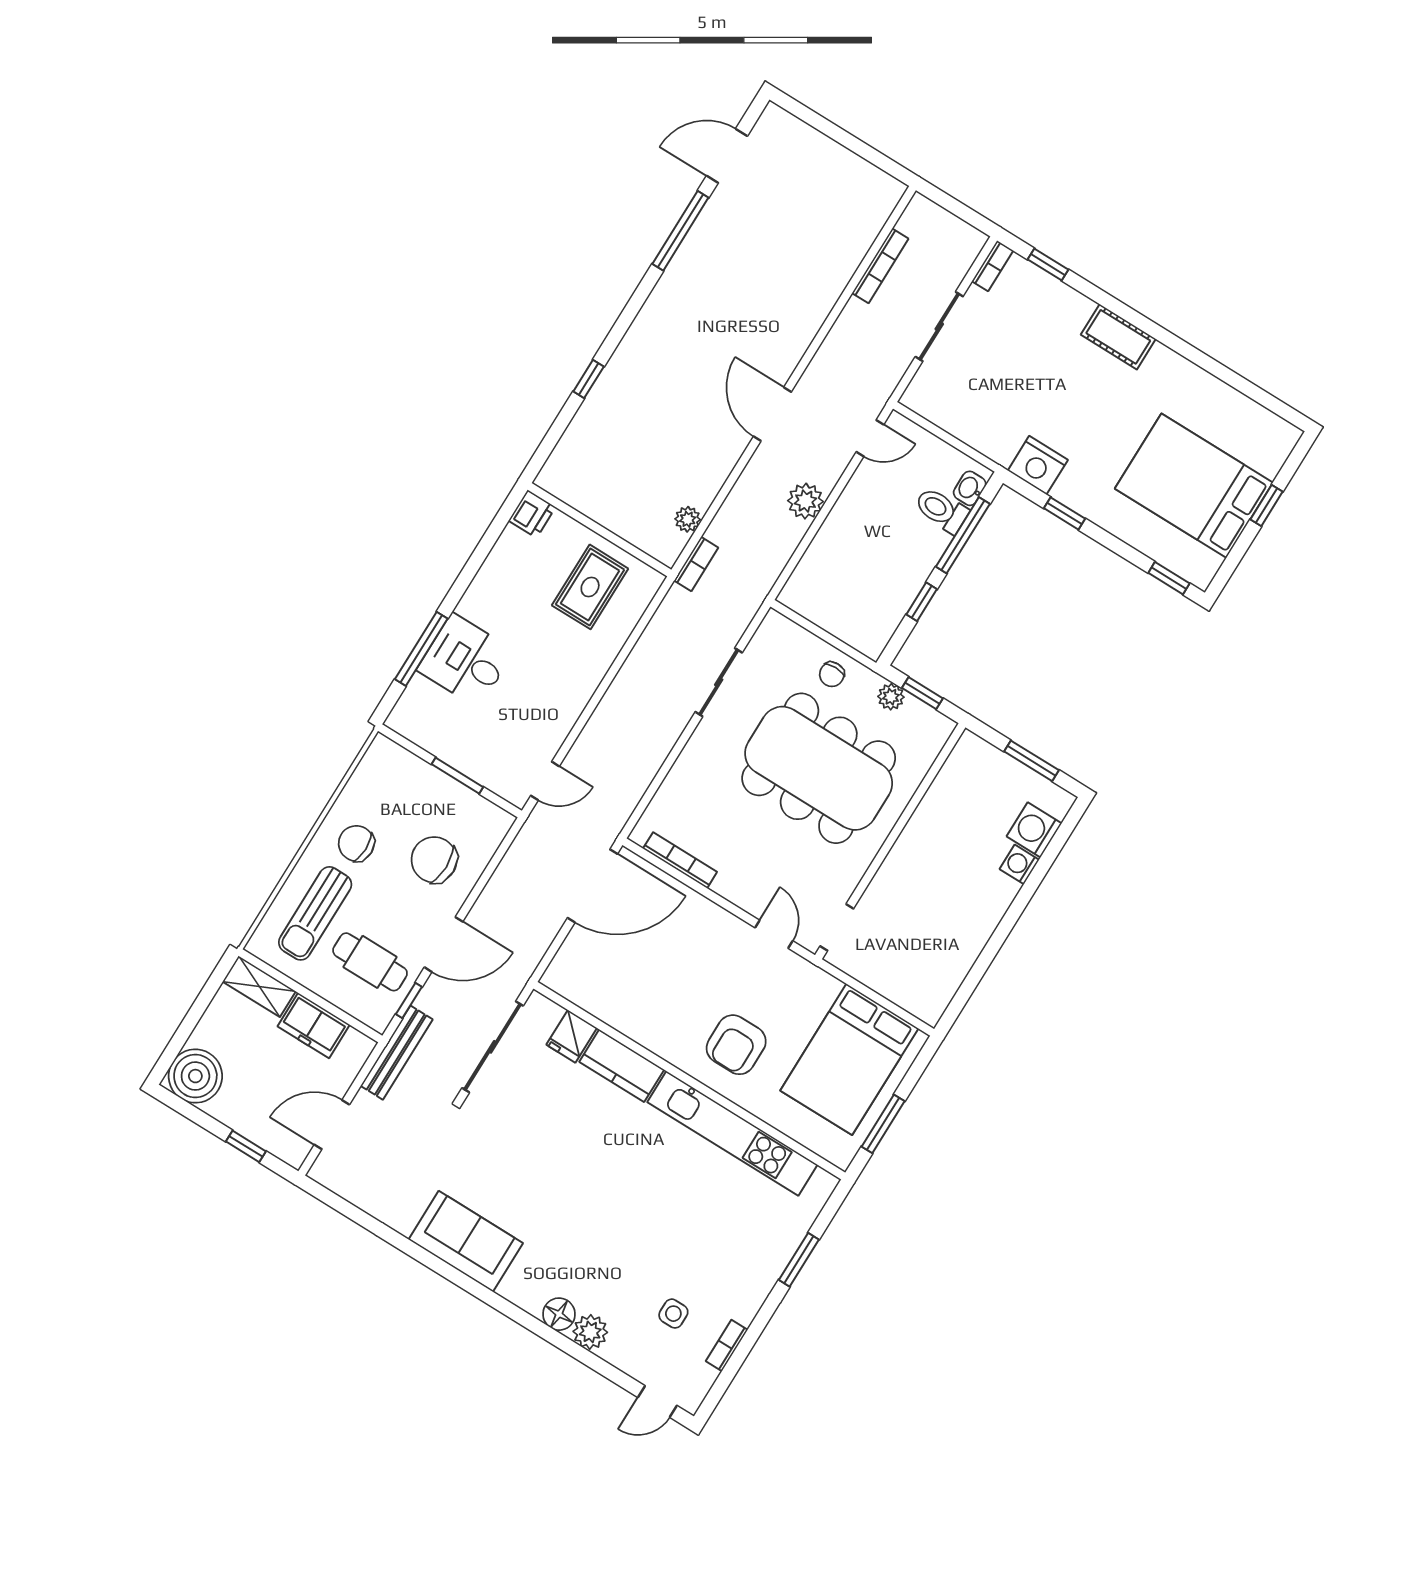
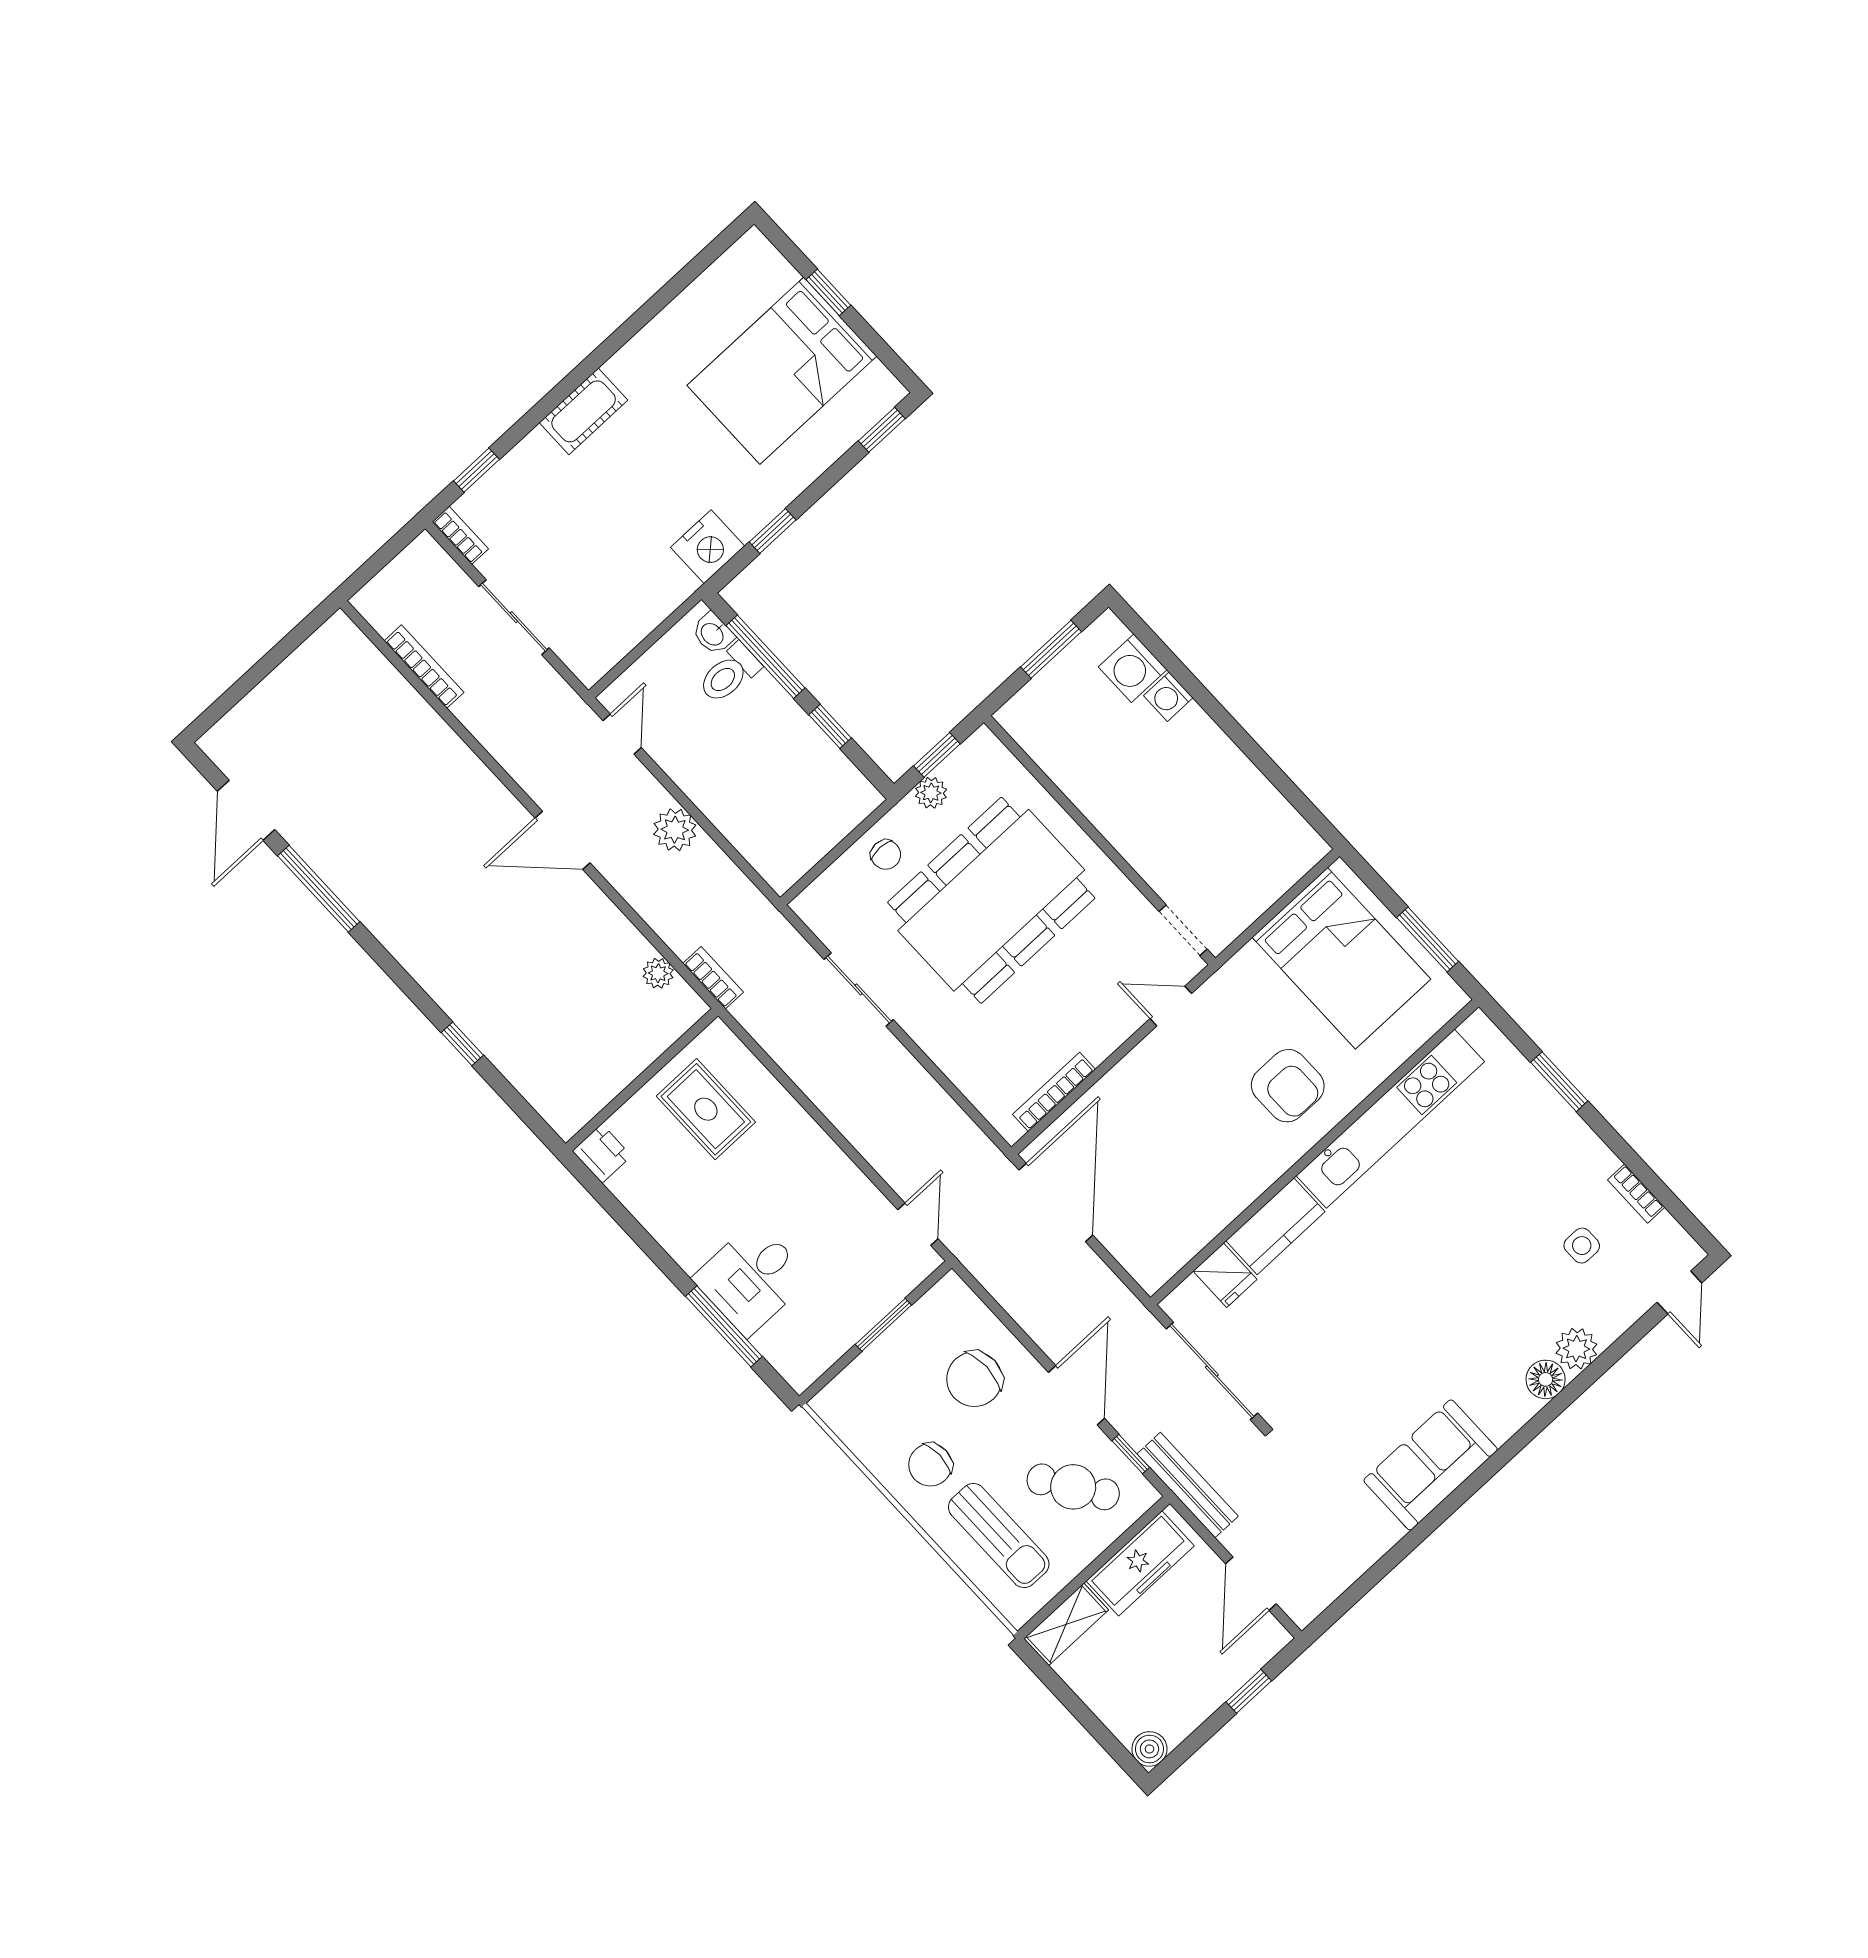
cafe table: (370, 962) -> (1073, 1487), turned 56
freezer: (314, 1026) -> (1140, 1563), width x1.40
boiler: (195, 1076) -> (1149, 1749), width x0.54, depth x0.54

